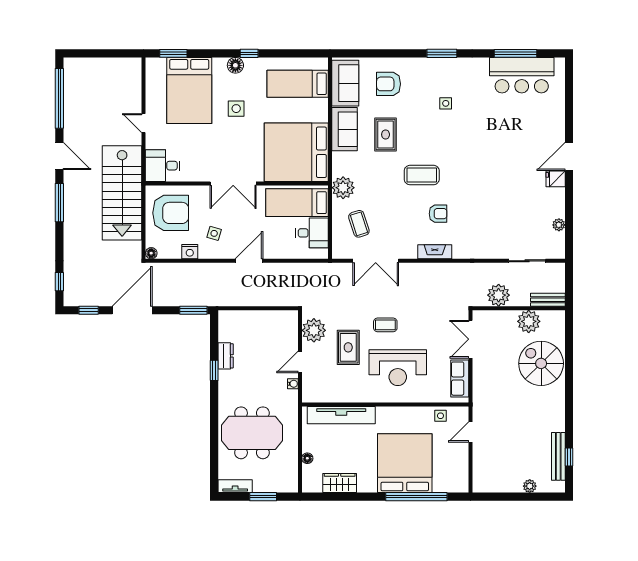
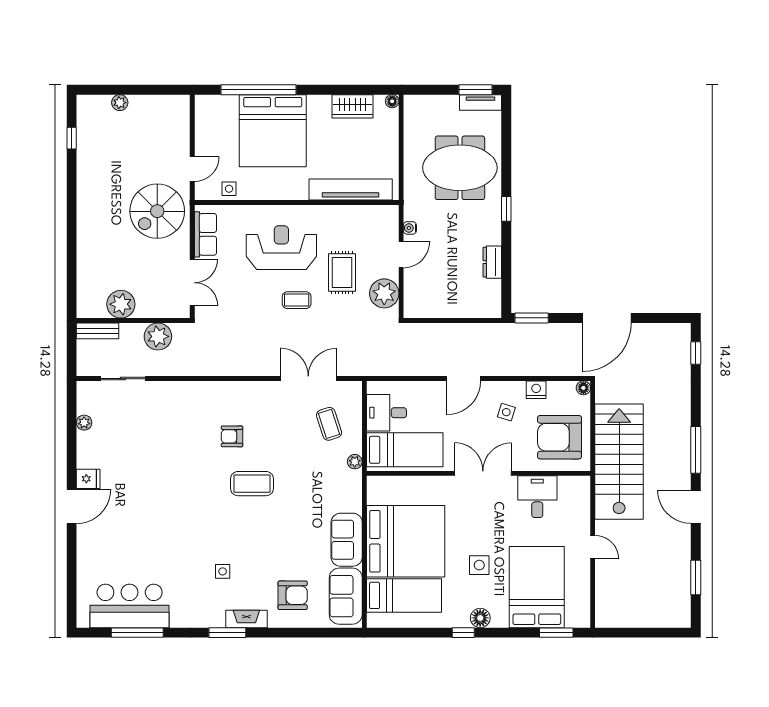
window: (59, 98) -> (696, 578), width x0.47
rug: (386, 135) -> (296, 533), removed
bed: (296, 152) -> (406, 541), moved
desk: (163, 166) -> (537, 497), moved, turned -90
plant: (343, 188) -> (355, 462), width x0.53, depth x0.53
fireplace: (435, 252) -> (246, 619), moved, turned 180
window: (89, 310) -> (660, 318), removed
spiral stairs: (541, 363) -> (157, 211), moved, turned 90
window: (214, 370) -> (506, 209), moved
bench: (558, 456) -> (85, 139), removed
floor lamp: (307, 458) -> (392, 101), moved
window: (263, 497) -> (476, 90), moved

